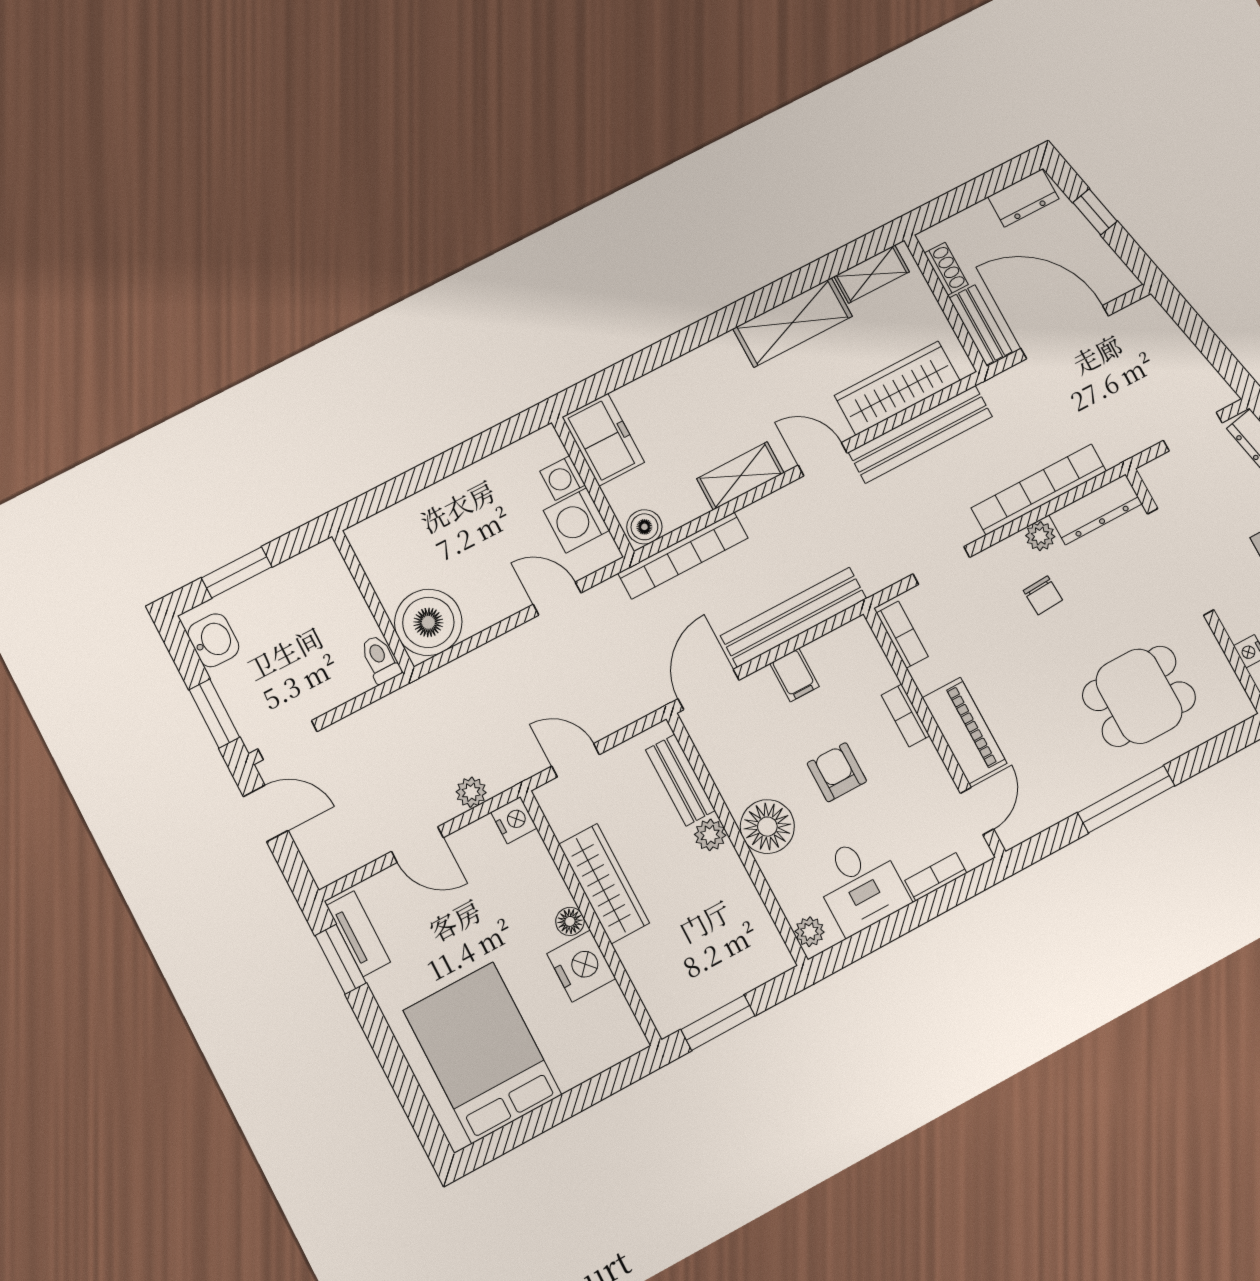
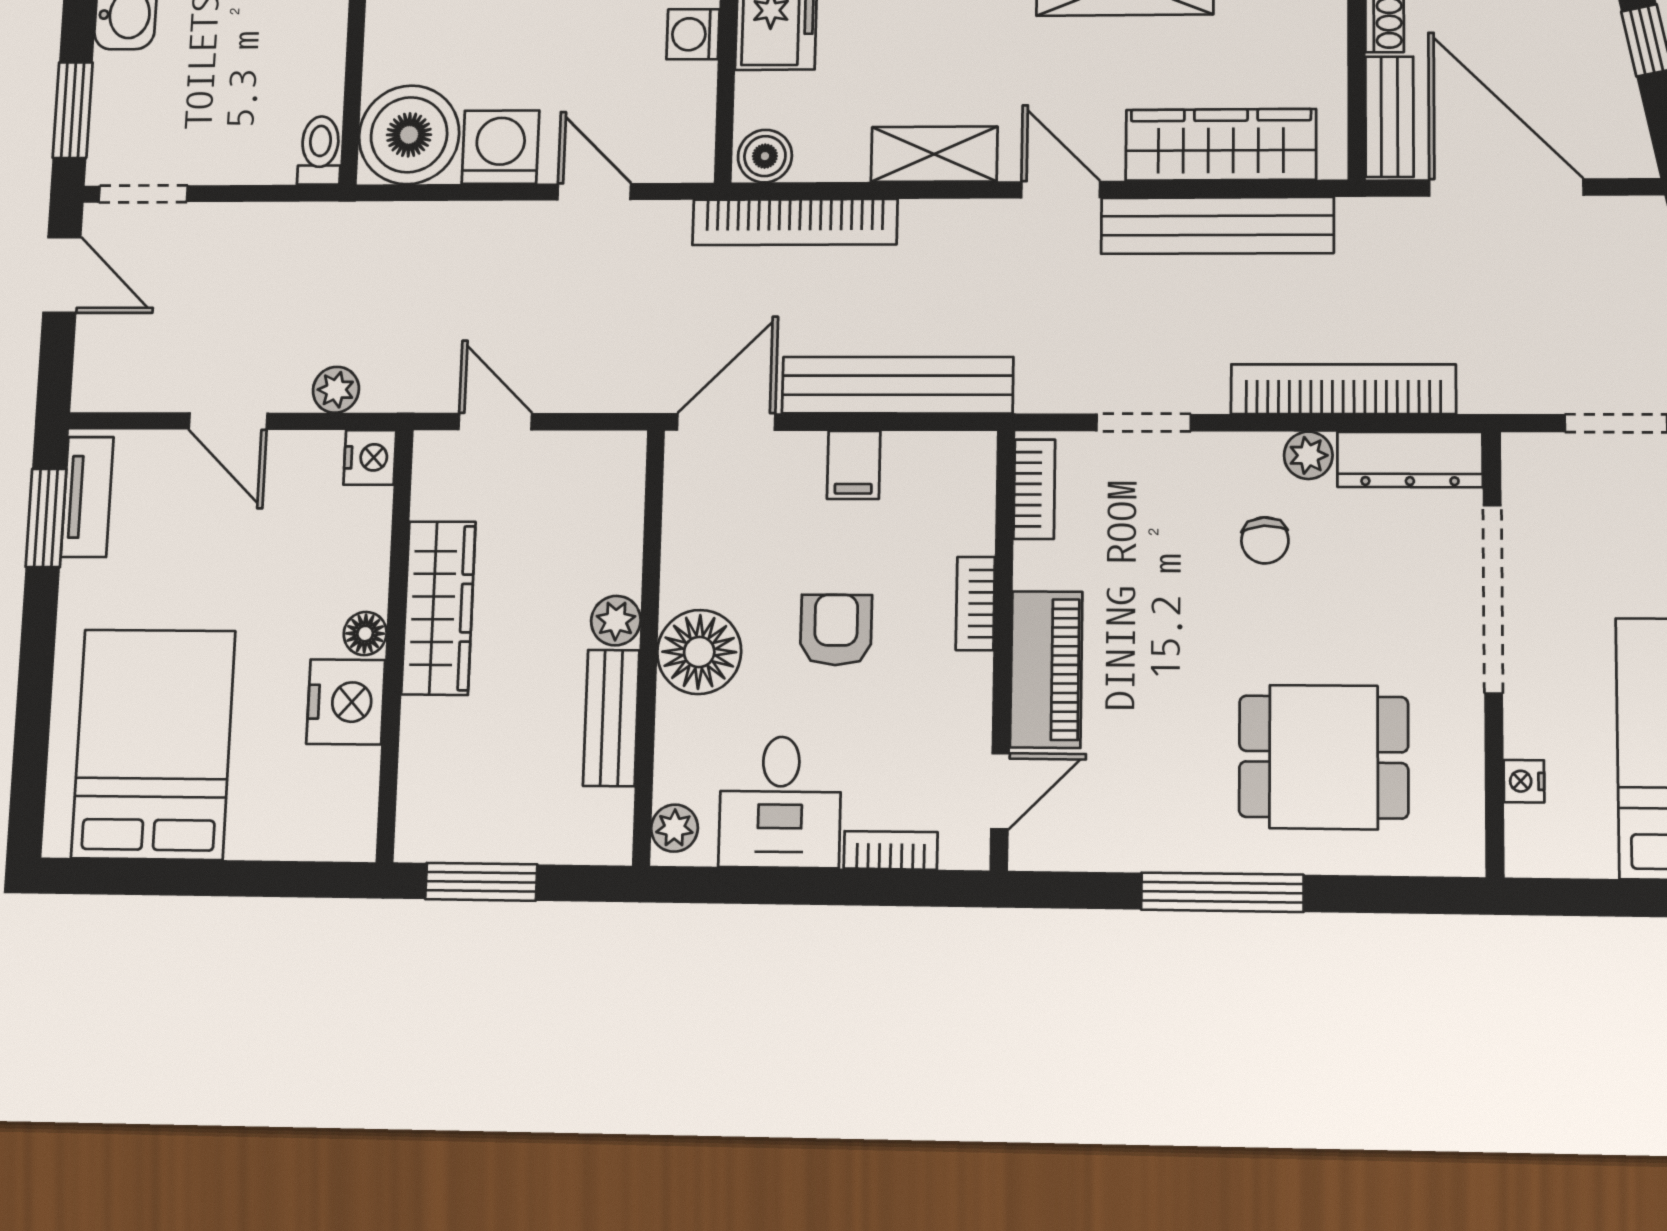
washing machine: (576, 520) -> (500, 147), moved, turned 90
bench: (680, 780) -> (611, 718), moved

